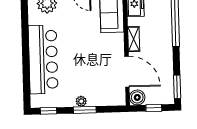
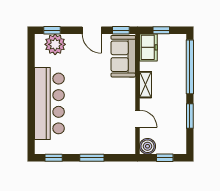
door: (127, 72) -> (137, 119), width x0.53
window: (177, 87) -> (190, 116), moved
plant: (81, 101) -> (88, 149), removed

